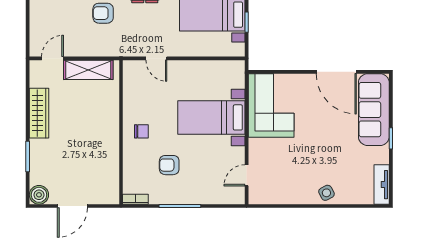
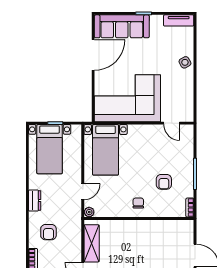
plant: (129, 67) -> (89, 212), added
corner sofa: (271, 105) -> (127, 98), width x1.36, depth x1.36
bed with nightstands: (211, 117) -> (106, 150), moved

